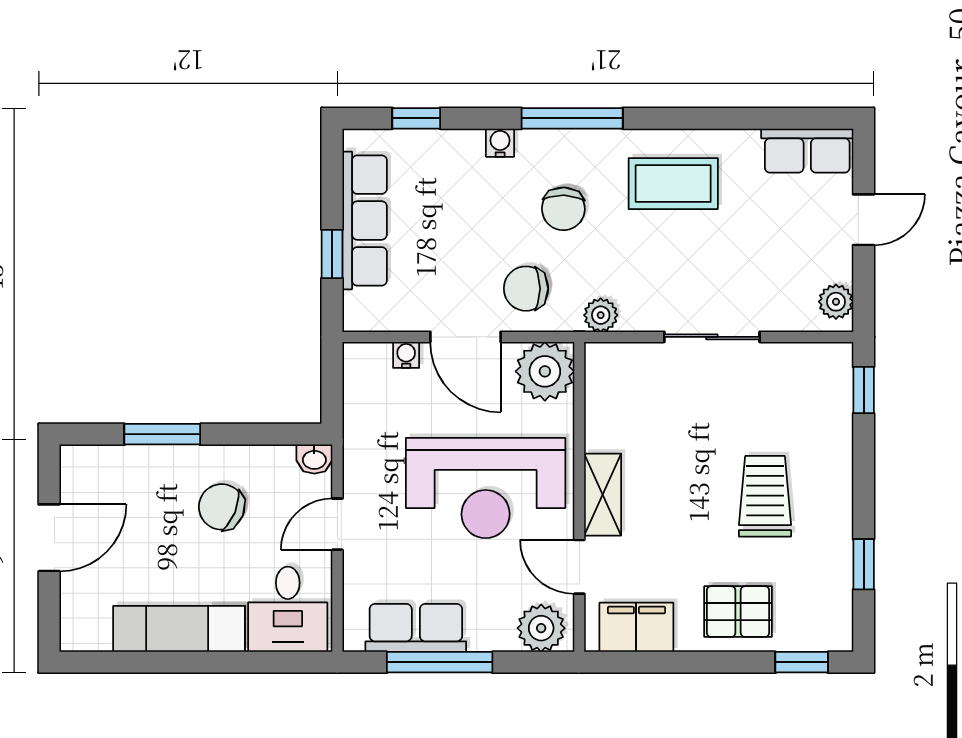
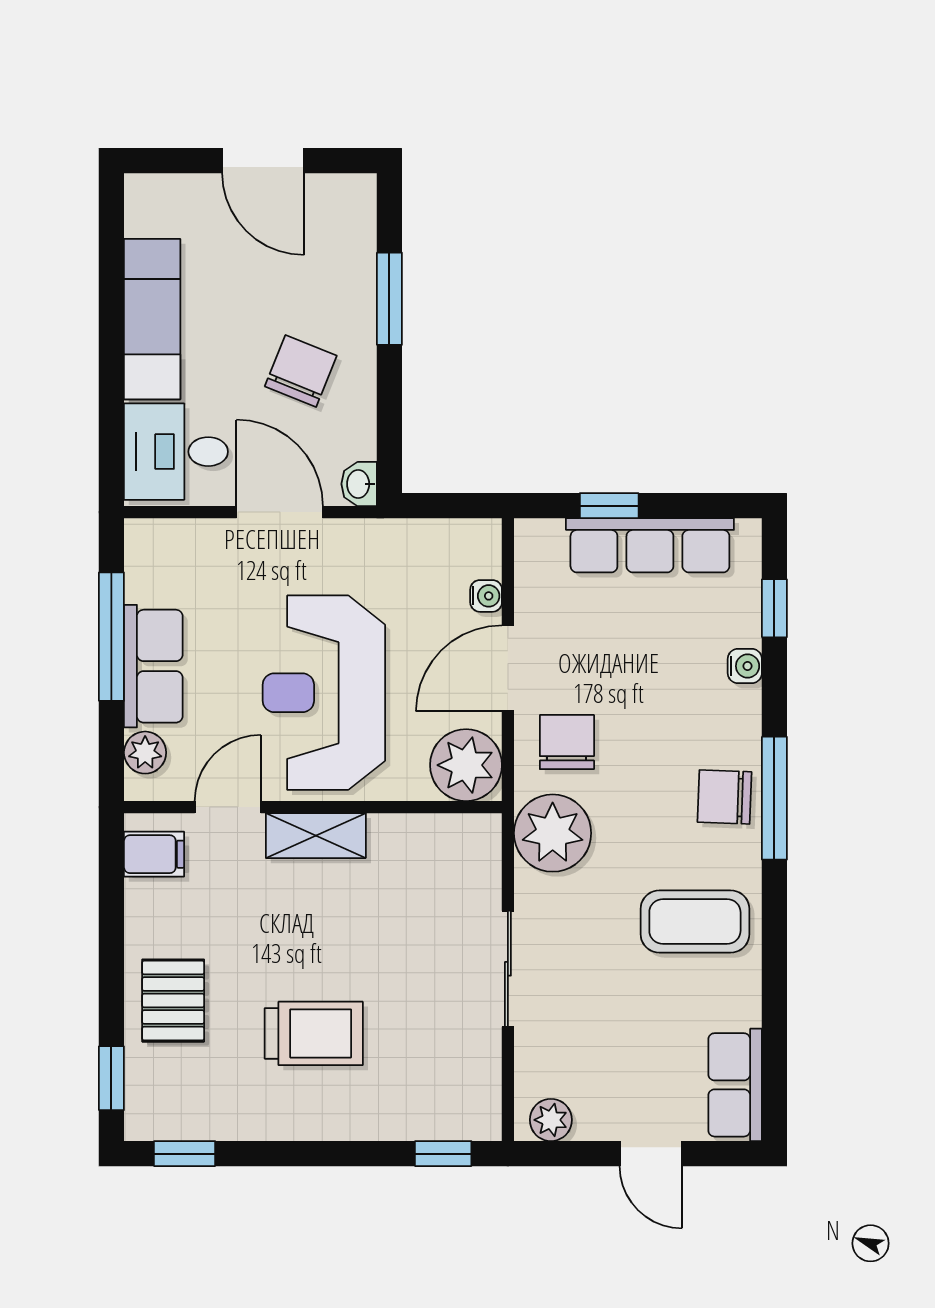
water cooler: (500, 143) -> (745, 666), moved
coffee table: (673, 184) -> (695, 922), turned 90
chair: (563, 209) -> (724, 797), moved
plant: (601, 315) -> (553, 833), width x1.87, depth x1.87
door: (337, 524) -> (280, 512), width x1.38
window: (864, 564) -> (185, 1154), moved
filing cabinet: (636, 627) -> (154, 854), width x0.50
row of seats: (416, 628) -> (153, 666), moved
plant: (541, 628) -> (145, 753), width x0.73, depth x0.73

